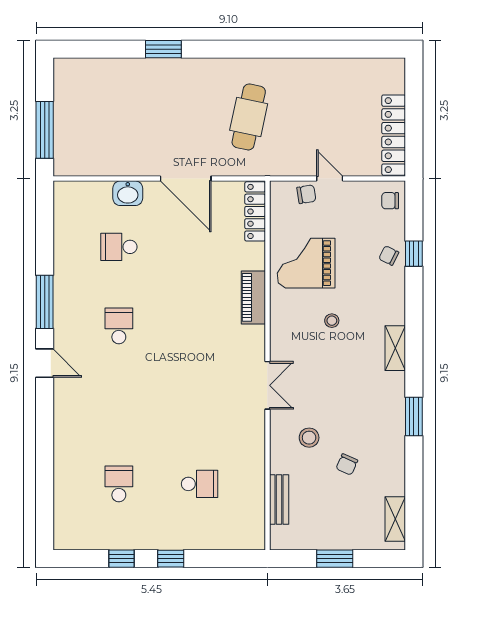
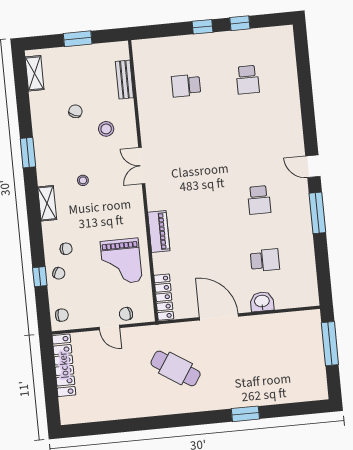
cafe table: (249, 117) -> (176, 368), turned -69
grand piano: (306, 263) -> (121, 261), turned 90
chair: (376, 287) -> (66, 249), added
stool: (332, 321) -> (83, 180), moved

